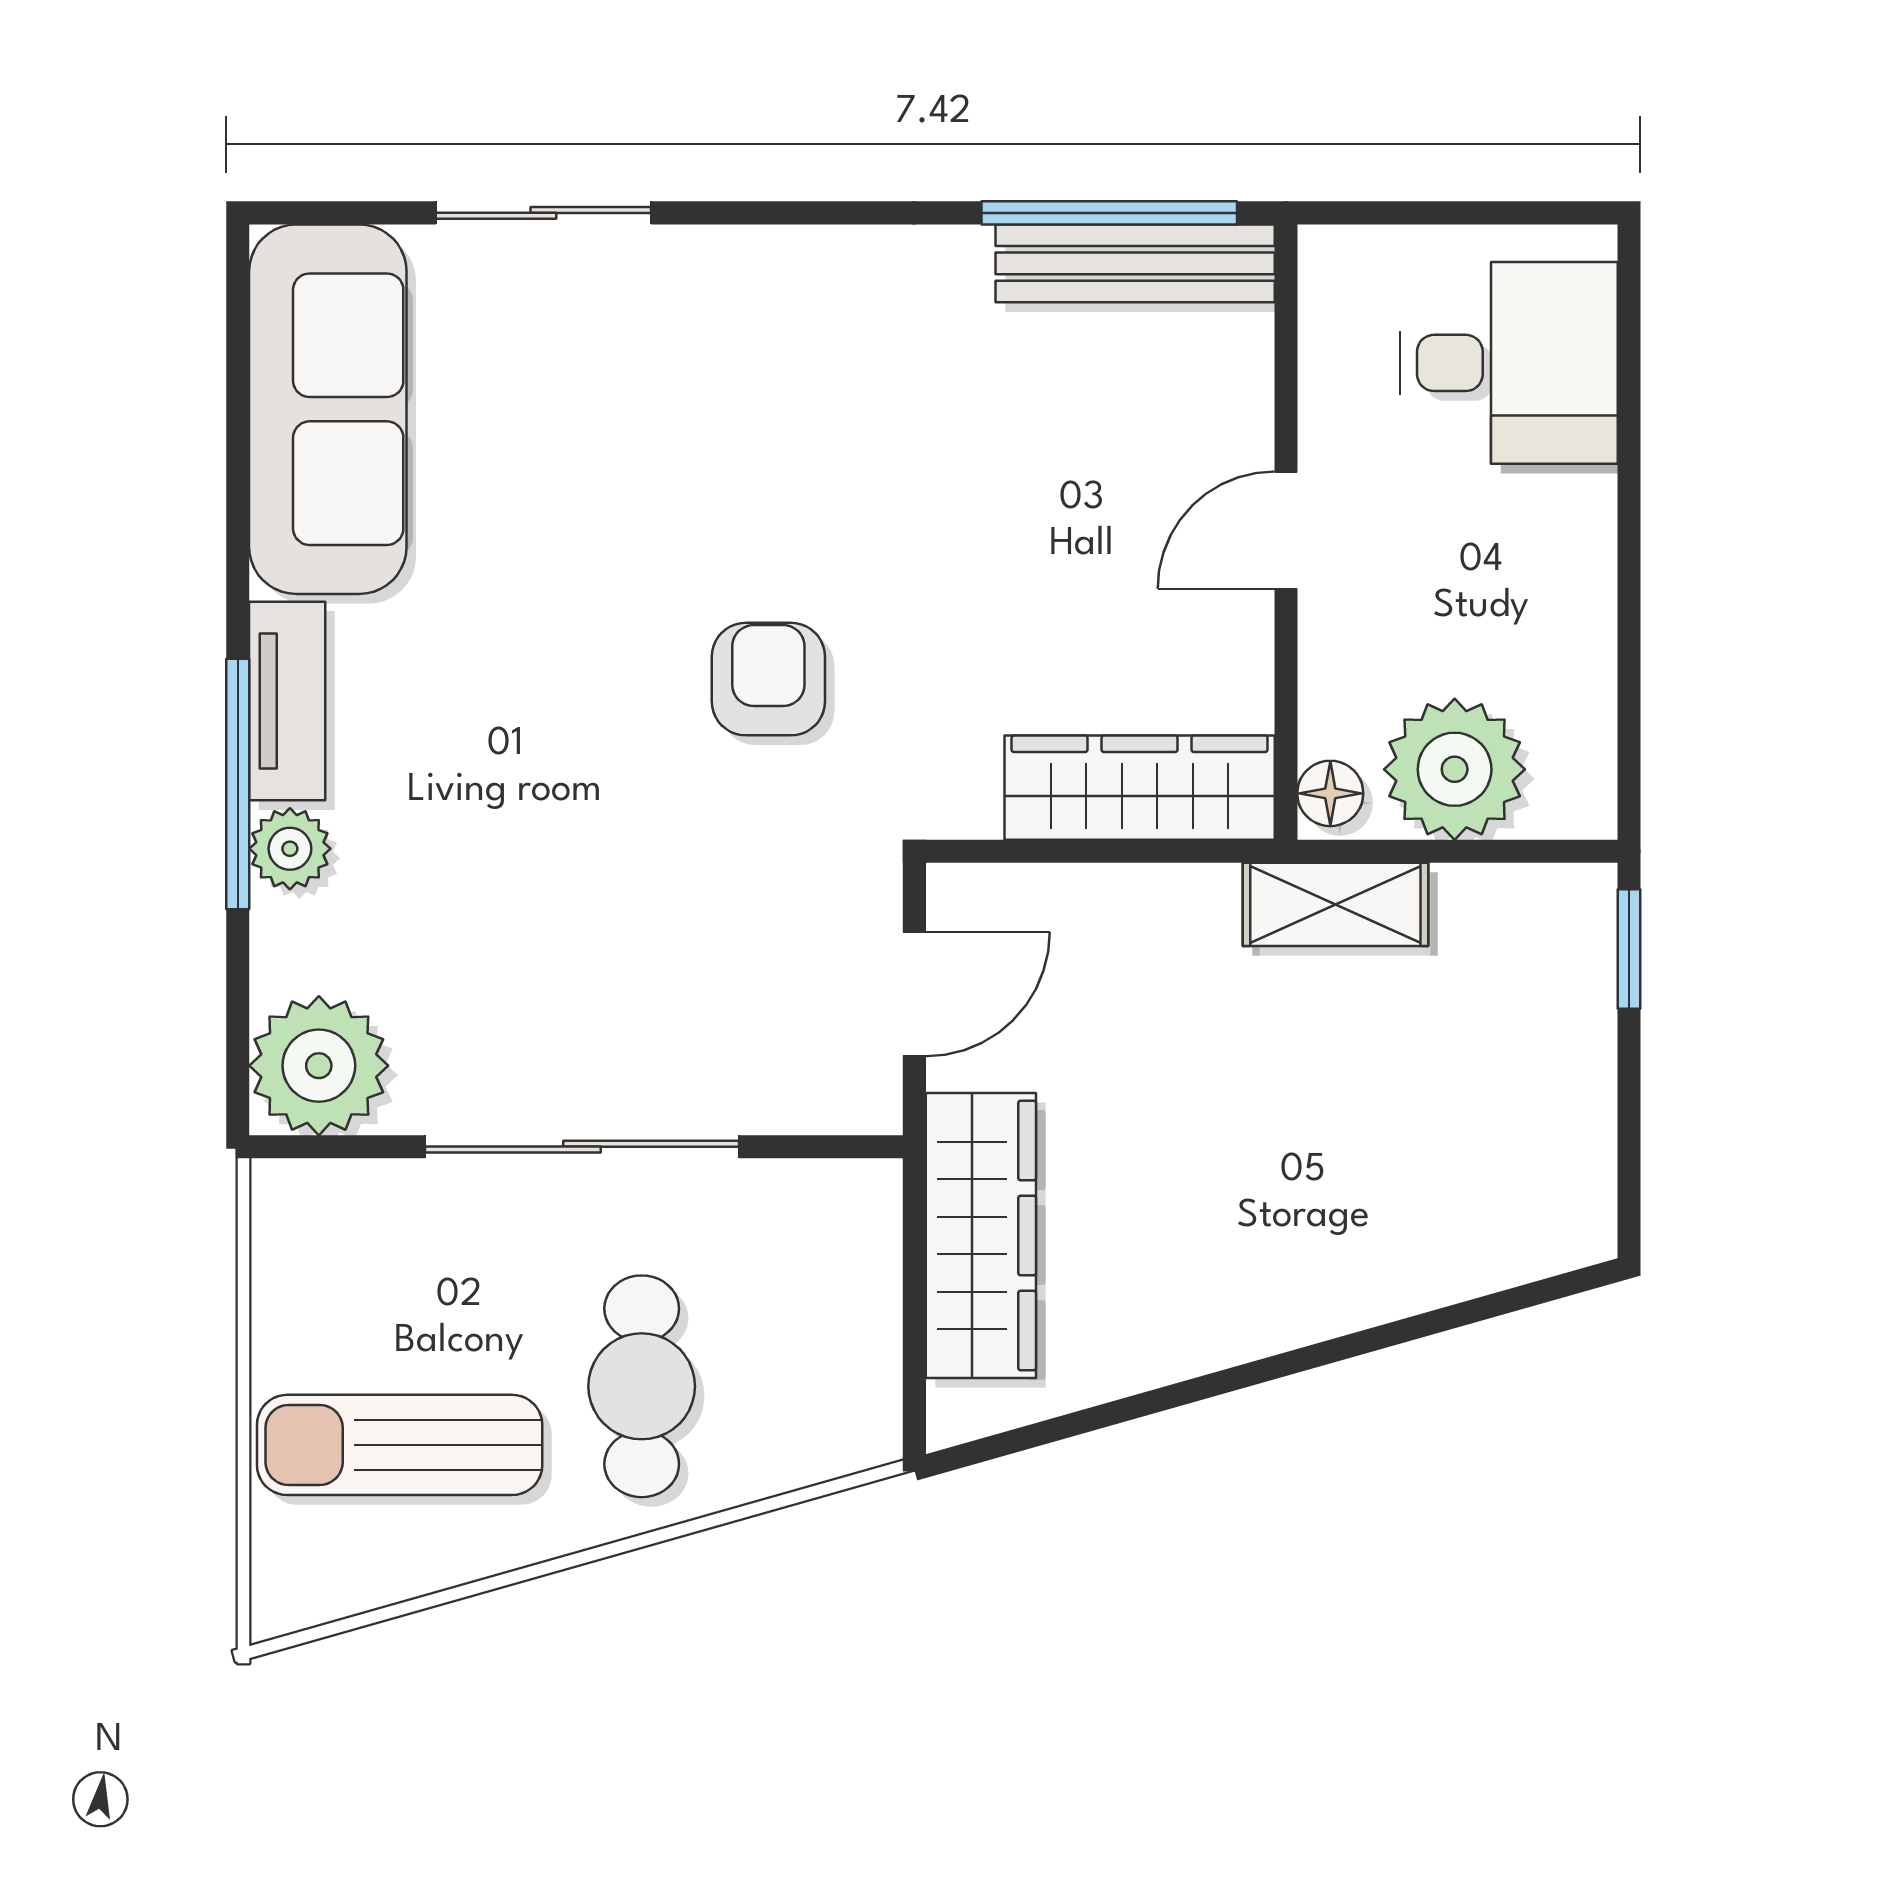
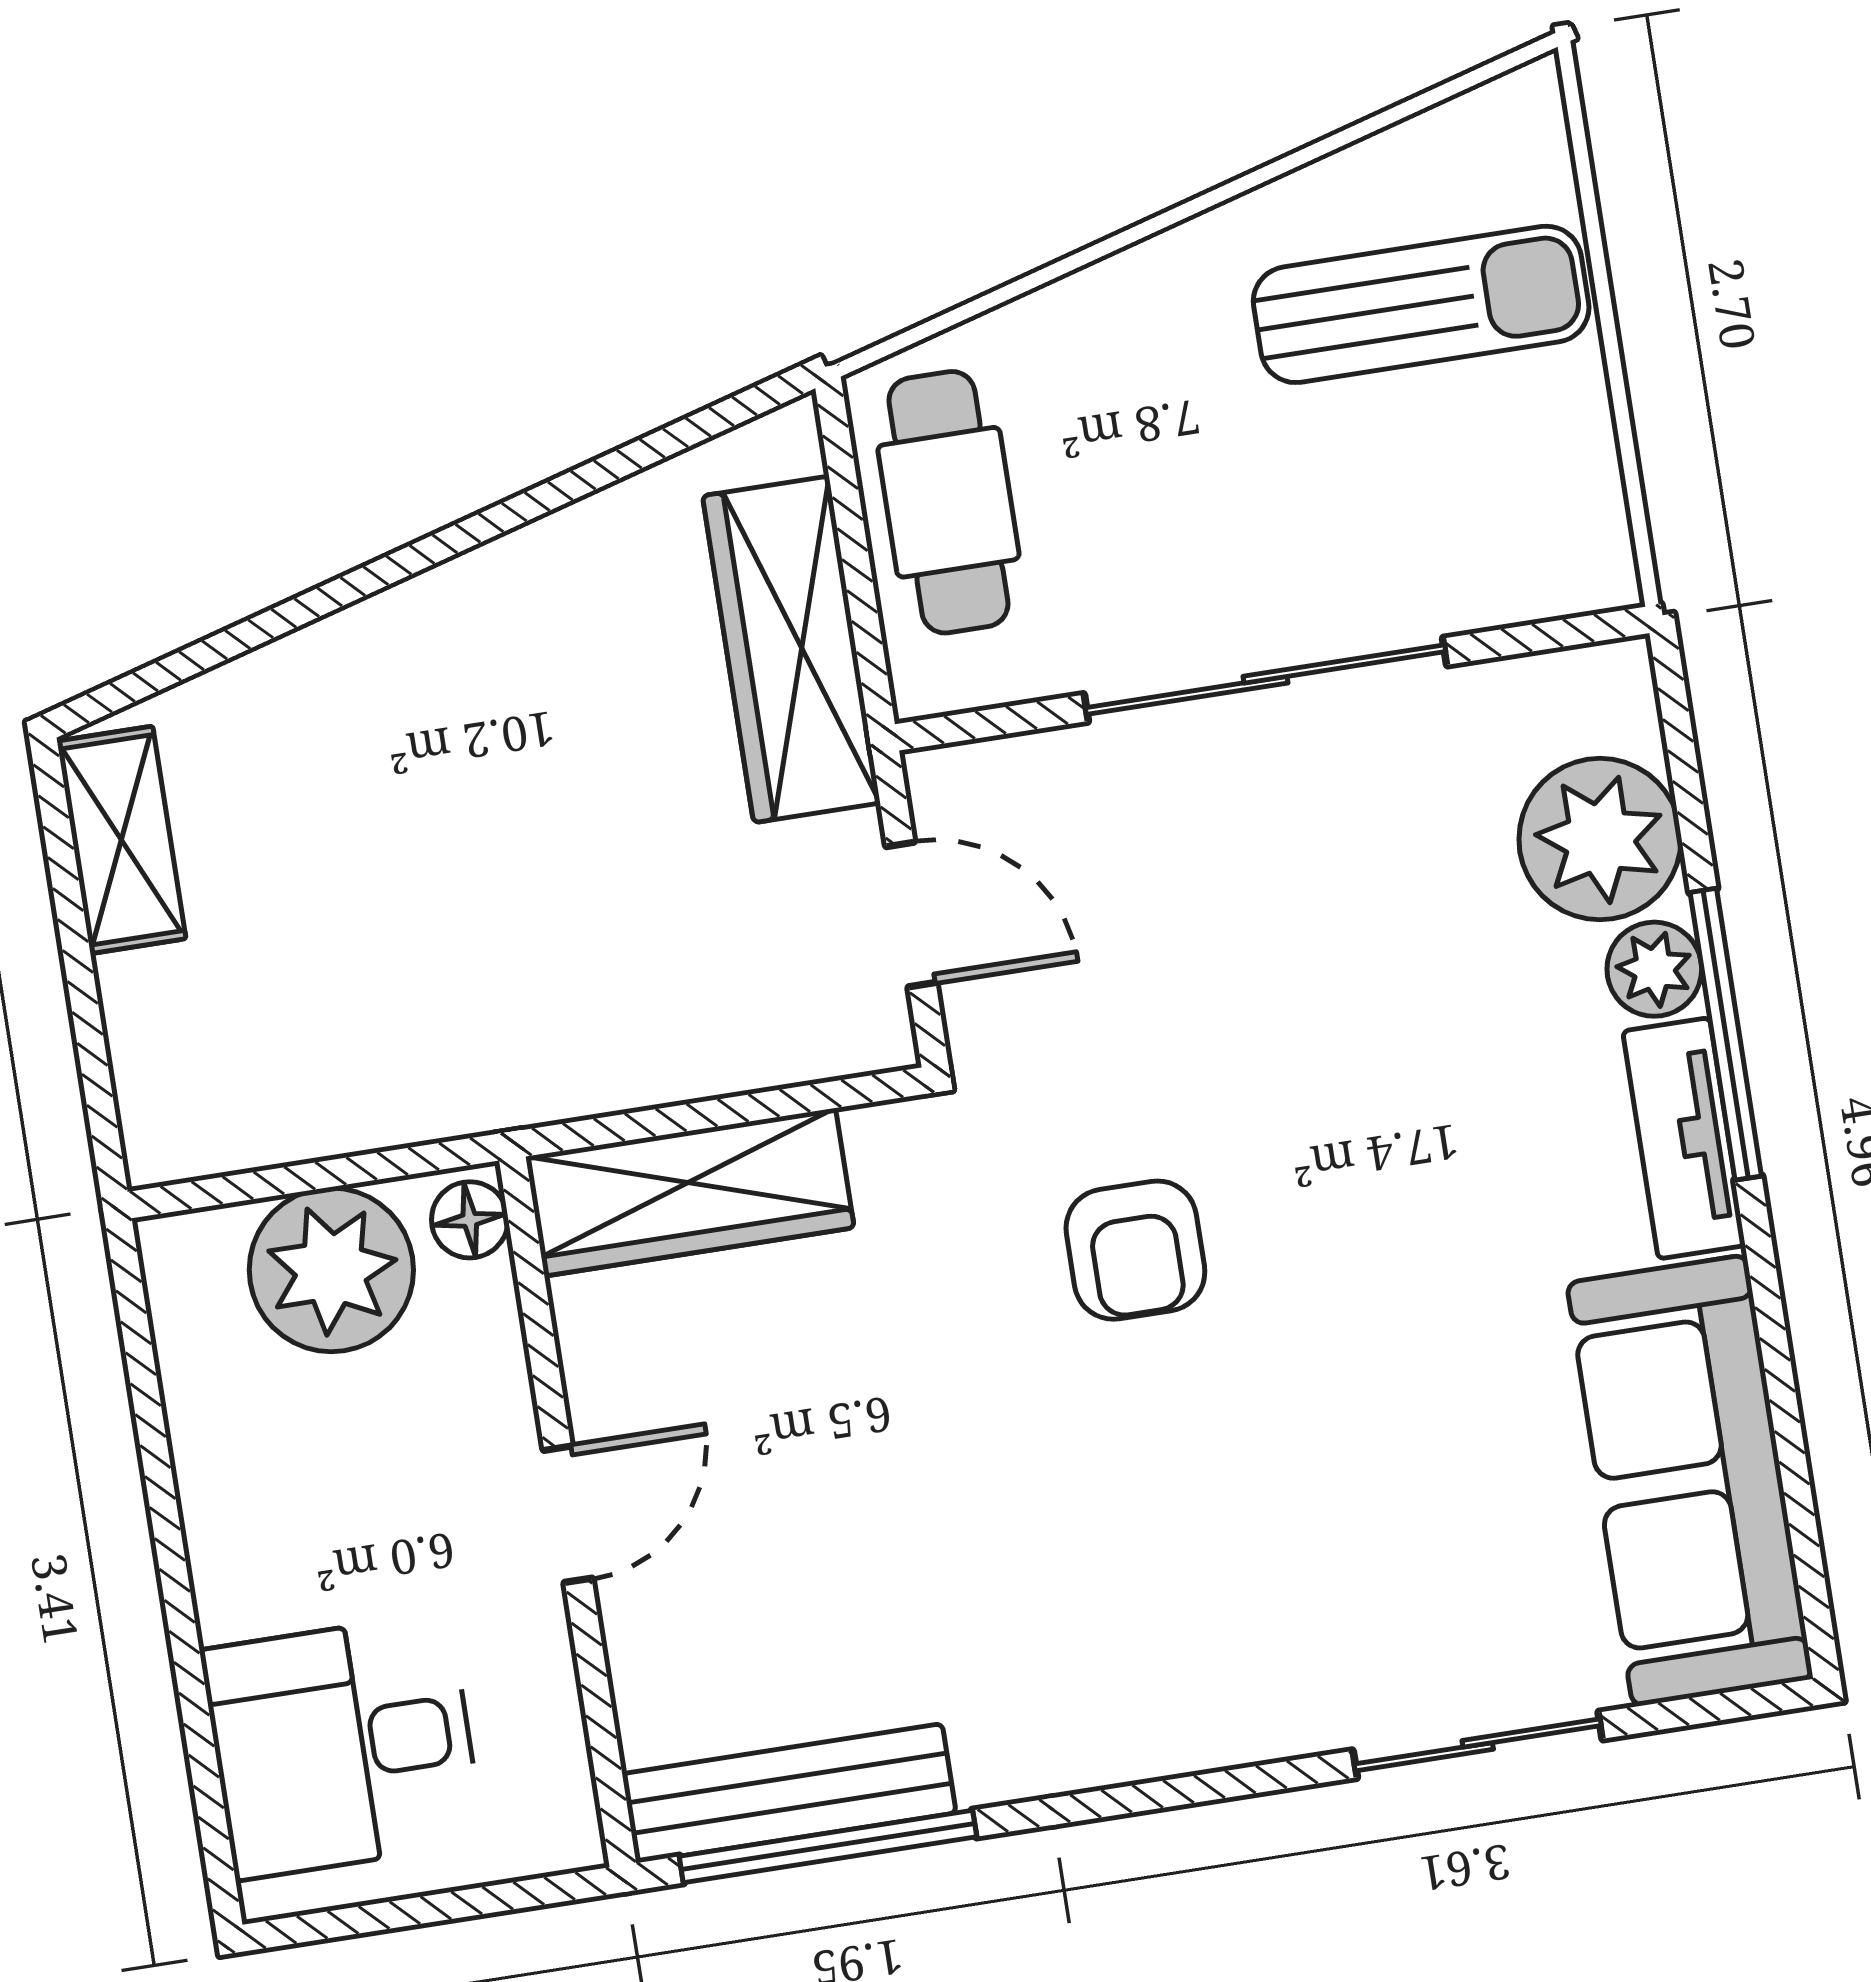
shelving: (1335, 904) -> (121, 840), moved, turned 90
window: (1629, 949) -> (99, 1095), removed
door: (914, 994) -> (911, 915), swing flipped
plant: (319, 1066) -> (1600, 839), moved
cafe table: (642, 1386) -> (948, 502), moved

